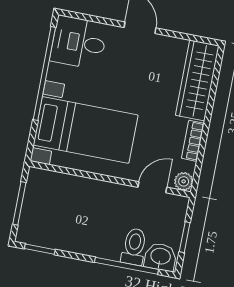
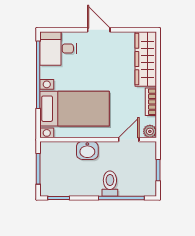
toilet: (134, 247) -> (110, 184), moved
washbasin: (160, 257) -> (87, 150), moved, turned 180

